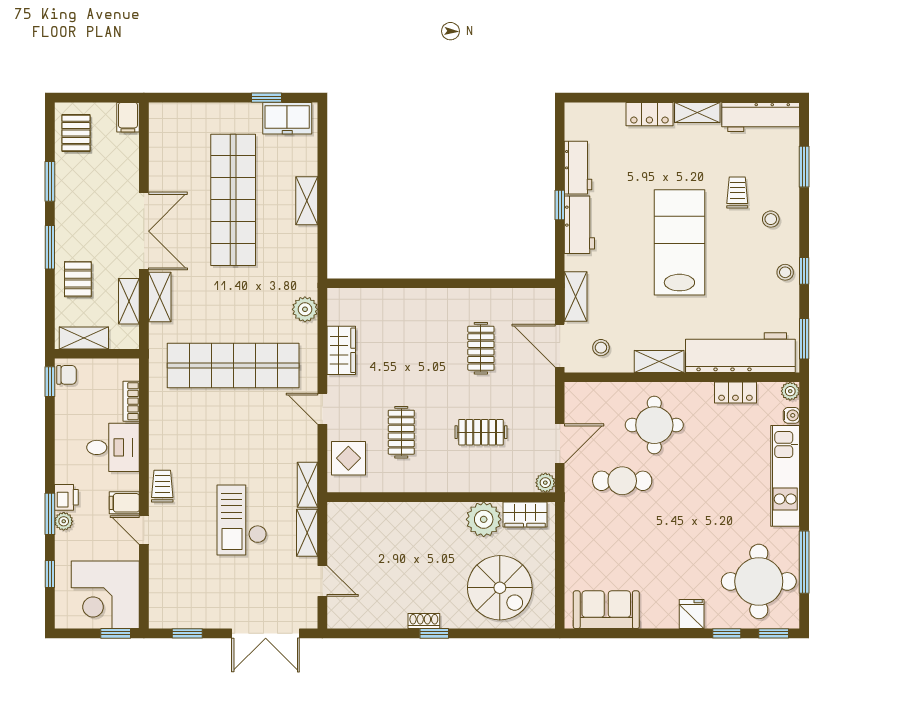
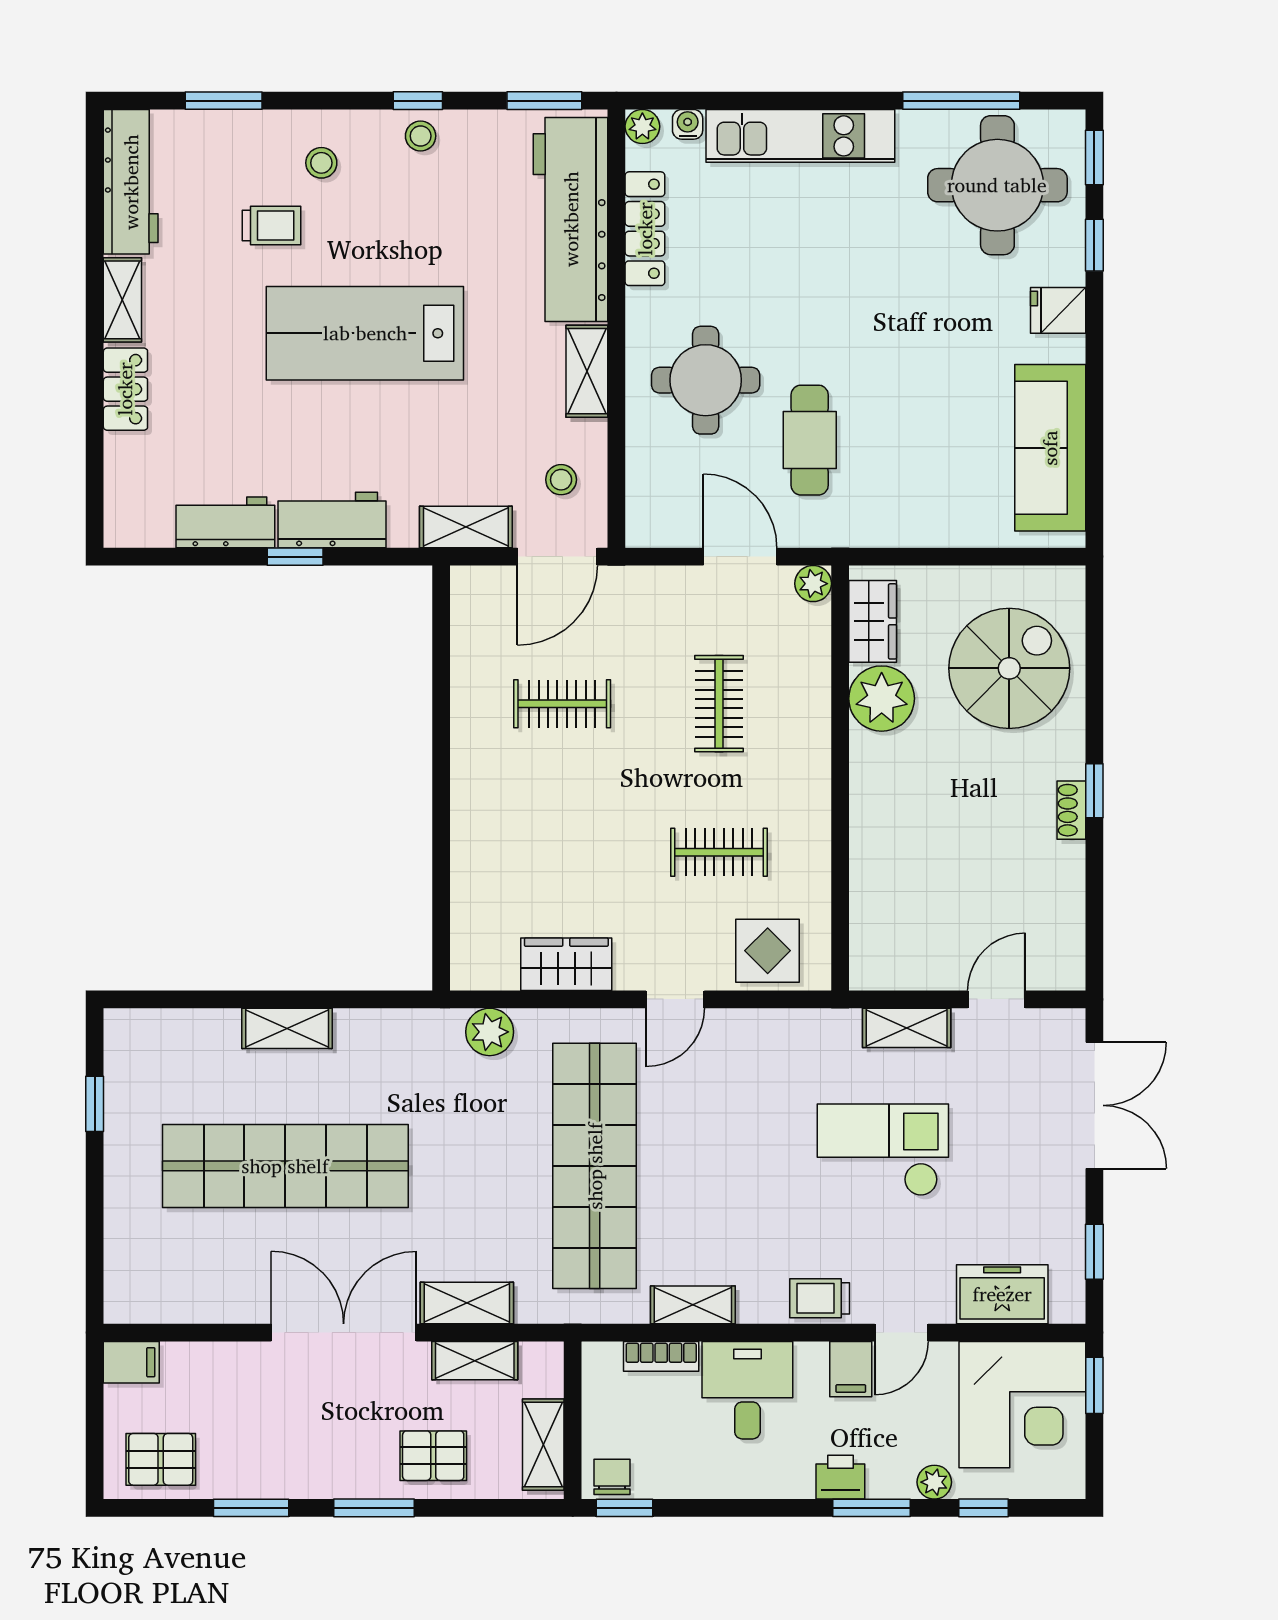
freezer: (287, 118) -> (1002, 1294), moved, turned -90
trolley: (737, 192) -> (272, 226), turned 180
locker: (735, 392) -> (645, 229), width x1.53
shelving: (308, 485) -> (693, 1305), moved
checkout: (242, 520) -> (883, 1150), turned 180
plant: (64, 521) -> (934, 1482), moved
sofa: (606, 610) -> (1050, 448), width x1.36

